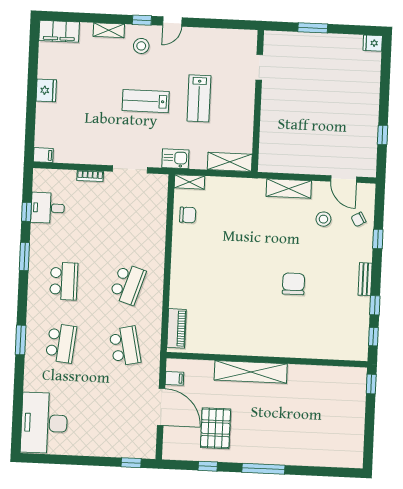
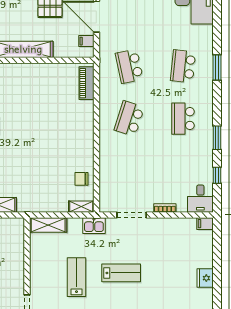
desk: (48, 208) -> (200, 199), moved, turned 90

